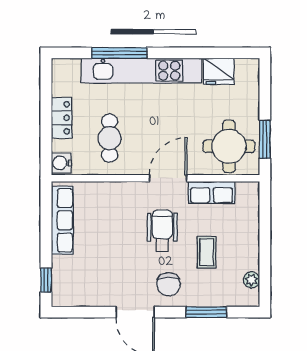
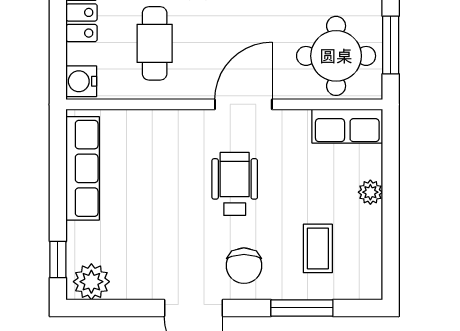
row of seats: (212, 193) -> (347, 126), moved
coffee table: (207, 252) -> (318, 248), moved
plant: (251, 280) -> (370, 192), moved
plant: (68, 295) -> (91, 282), added

